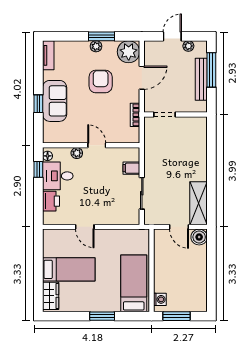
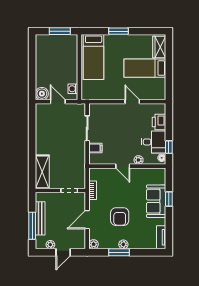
plant: (129, 52) -> (94, 244), width x0.53, depth x0.53
shelving: (199, 203) -> (42, 172), moved
washing machine: (160, 299) -> (73, 89), moved

